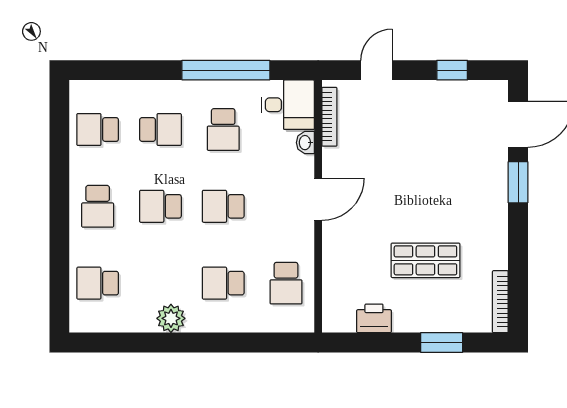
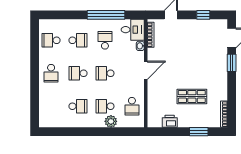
school desk: (223, 130) -> (105, 40), turned 180
school desk: (98, 283) -> (78, 106), moved, turned 180
plant: (171, 318) -> (111, 121), moved

